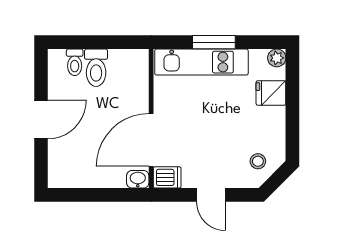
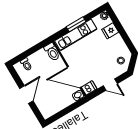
toilet: (96, 68) -> (52, 52), moved
door: (151, 140) -> (74, 77), hinge flipped

